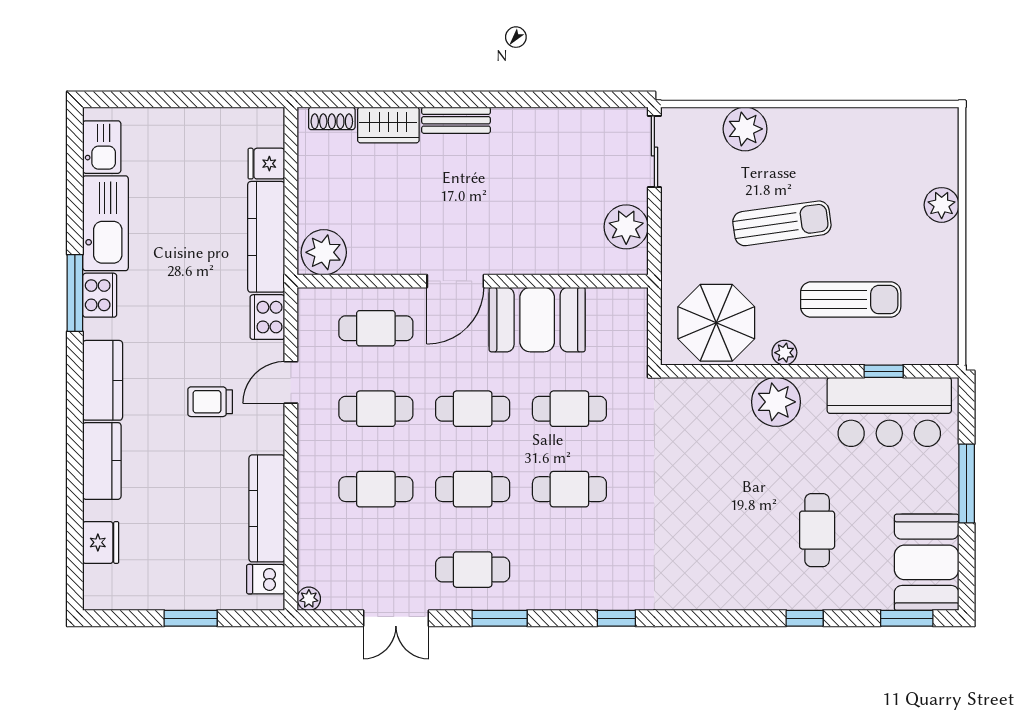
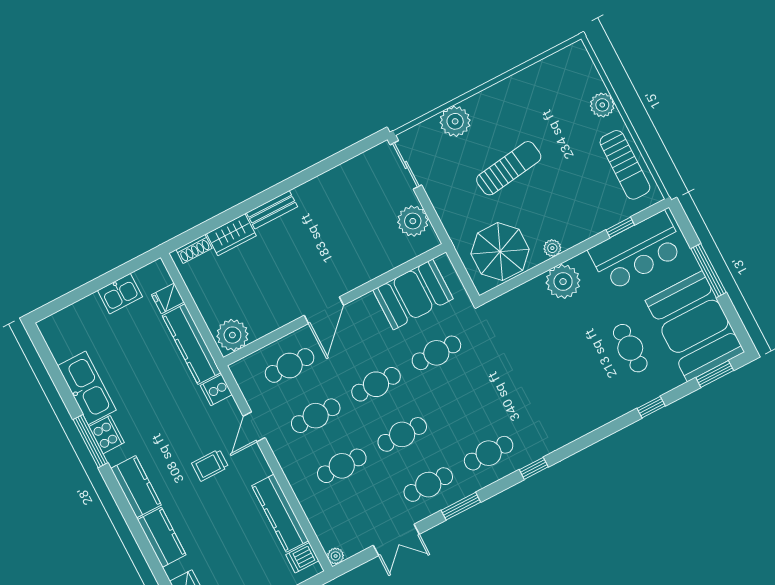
kitchen sink: (102, 147) -> (120, 294), moved, turned 90
sun lounger: (851, 300) -> (625, 165), moved, turned 90
cooker: (267, 317) -> (216, 390), width x0.73
booth: (537, 320) -> (413, 294), moved
cafe table: (569, 489) -> (489, 453), moved
booth: (927, 562) -> (695, 326), width x1.36, depth x1.42

